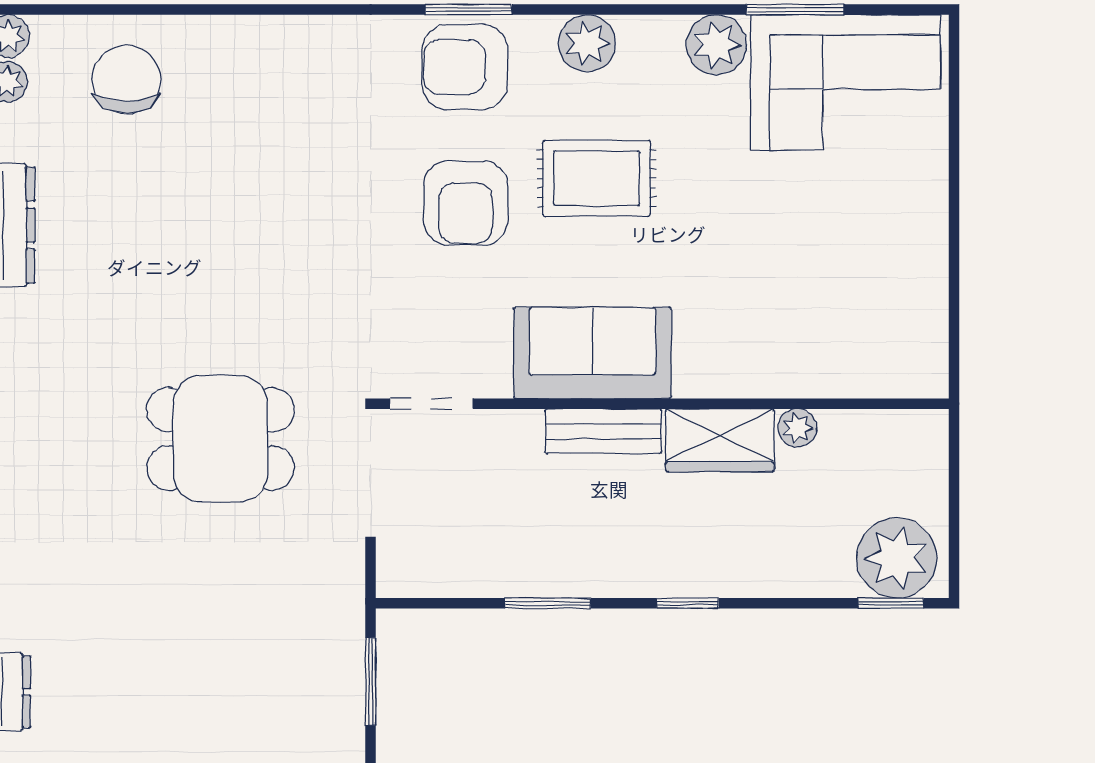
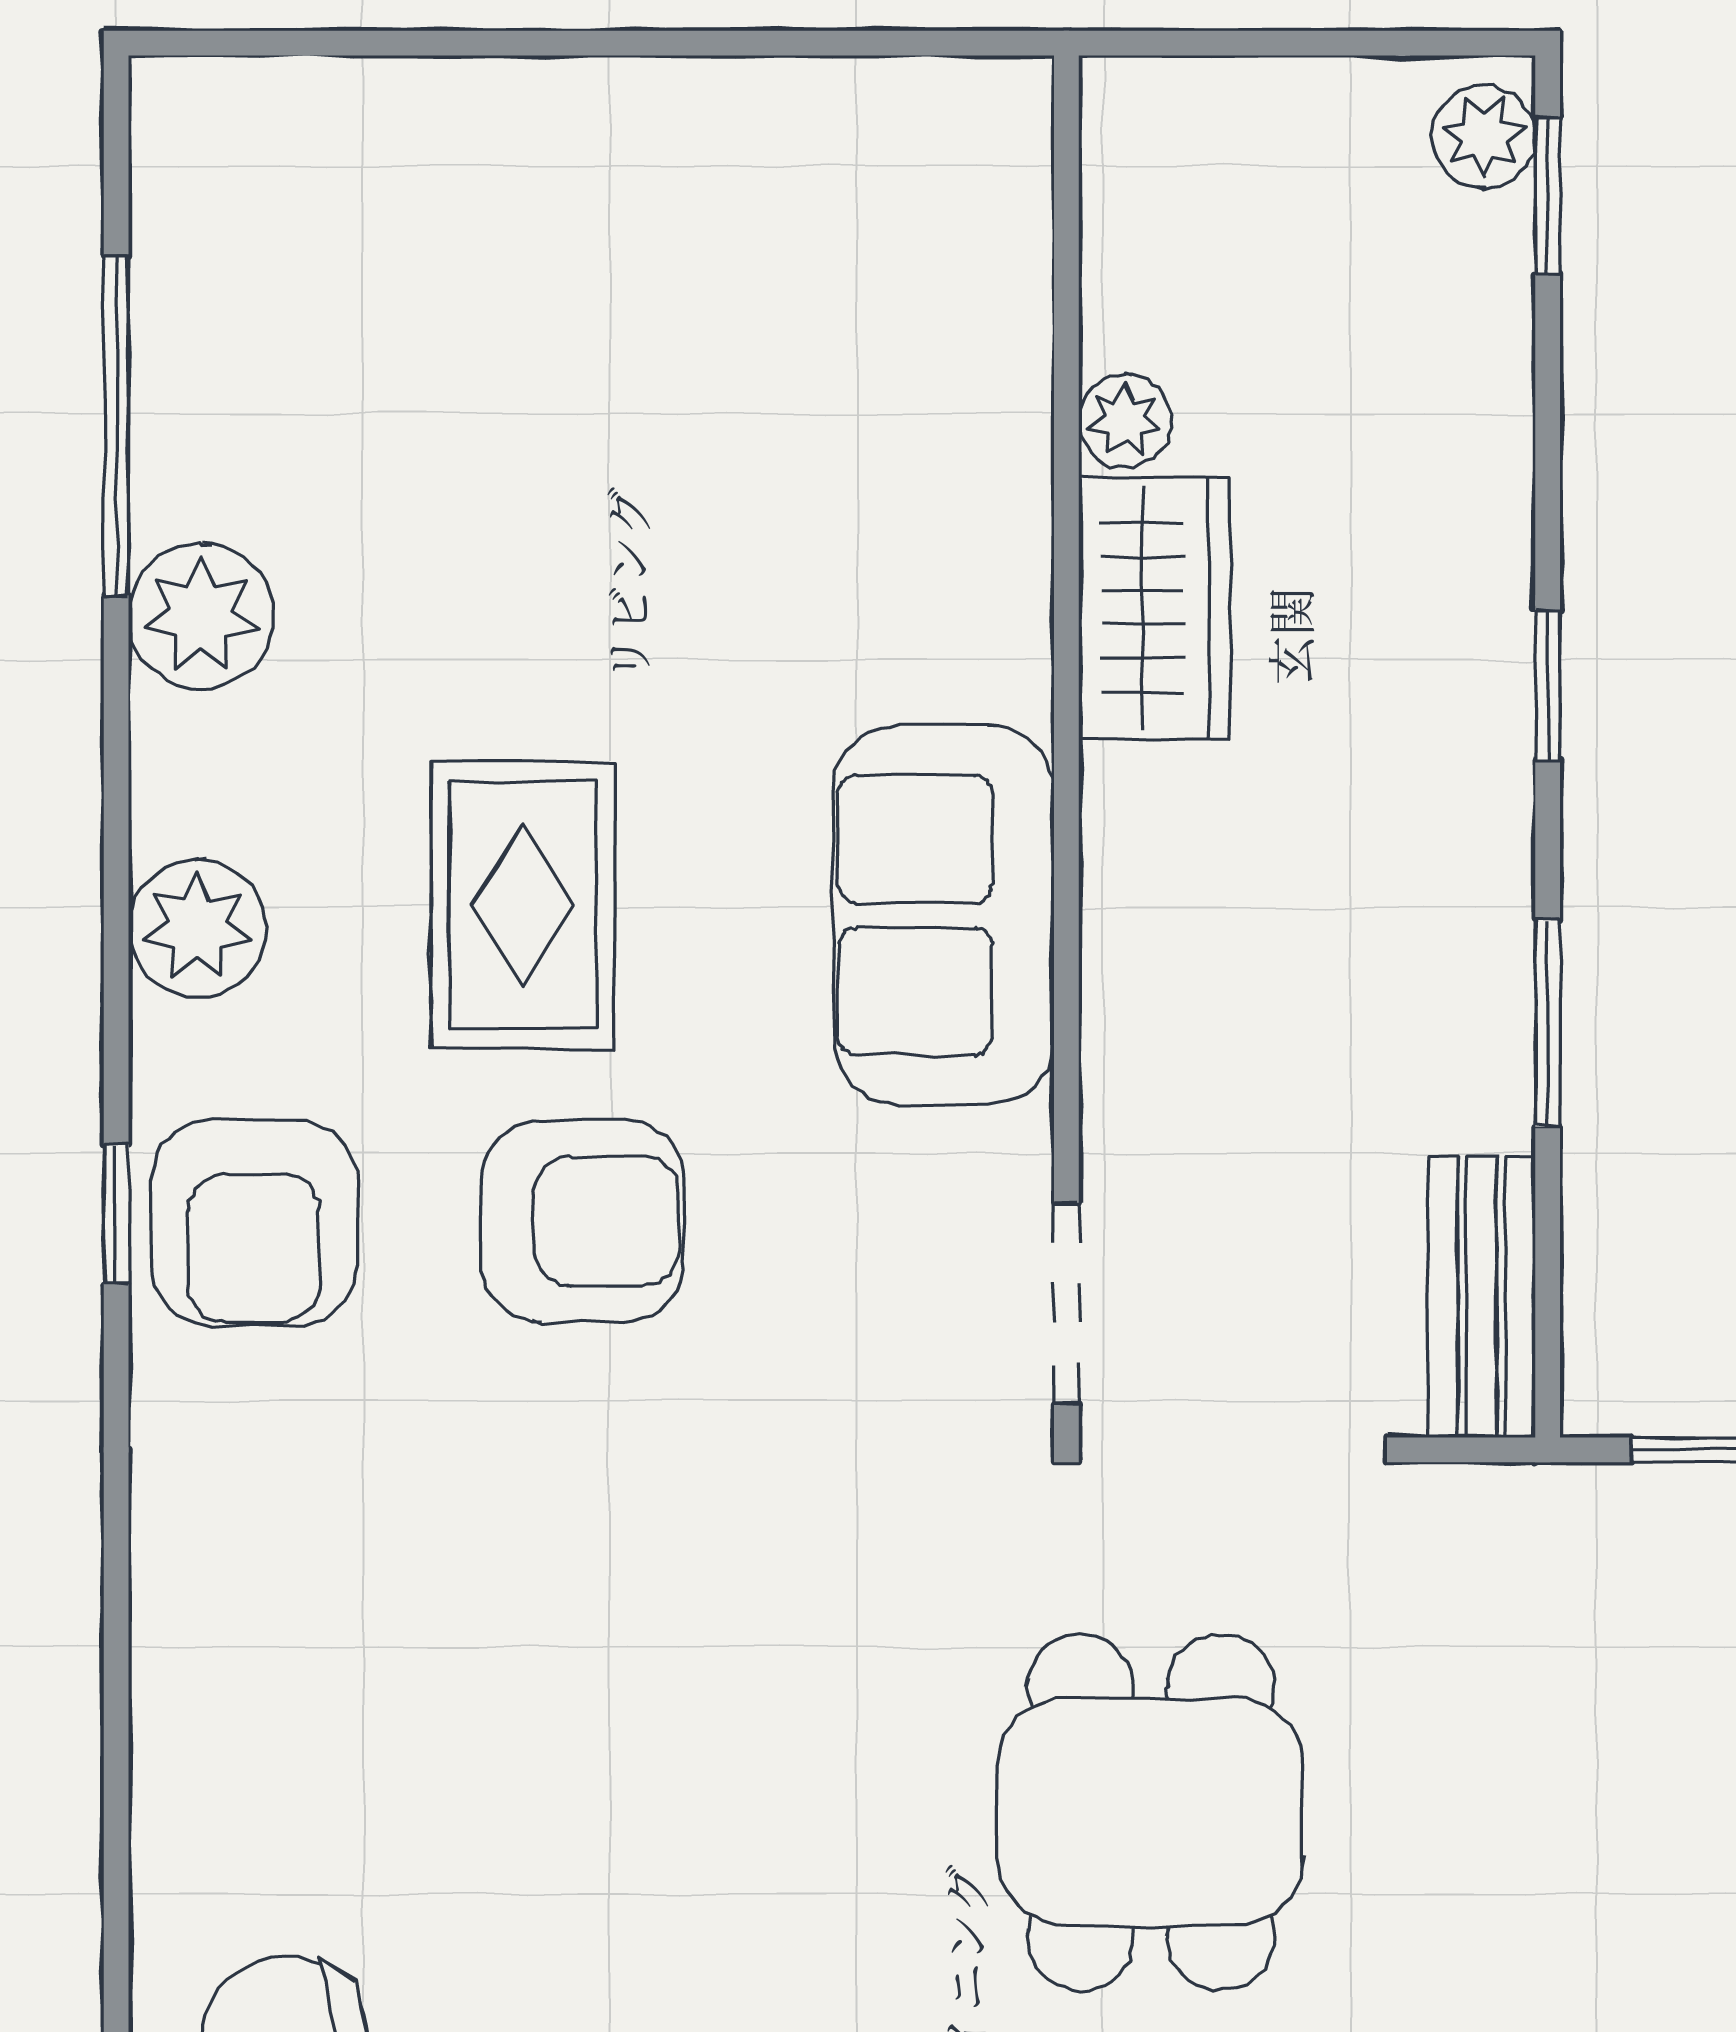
window: (468, 10) -> (116, 1214), width x0.67
window: (795, 10) -> (116, 426), width x1.44
corner sofa: (846, 82) -> (292, 305), removed
bench: (603, 431) -> (1482, 1297), moved
plant: (897, 558) -> (1483, 136), width x0.53, depth x0.53

